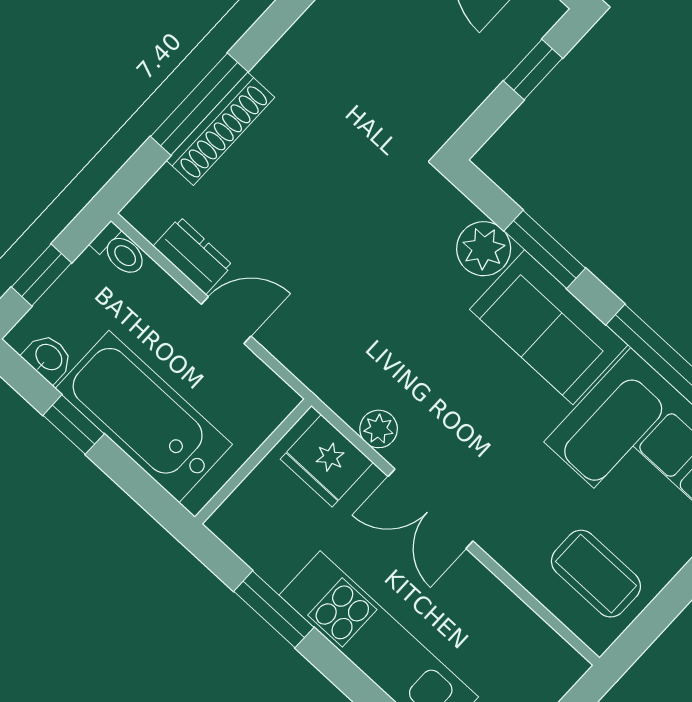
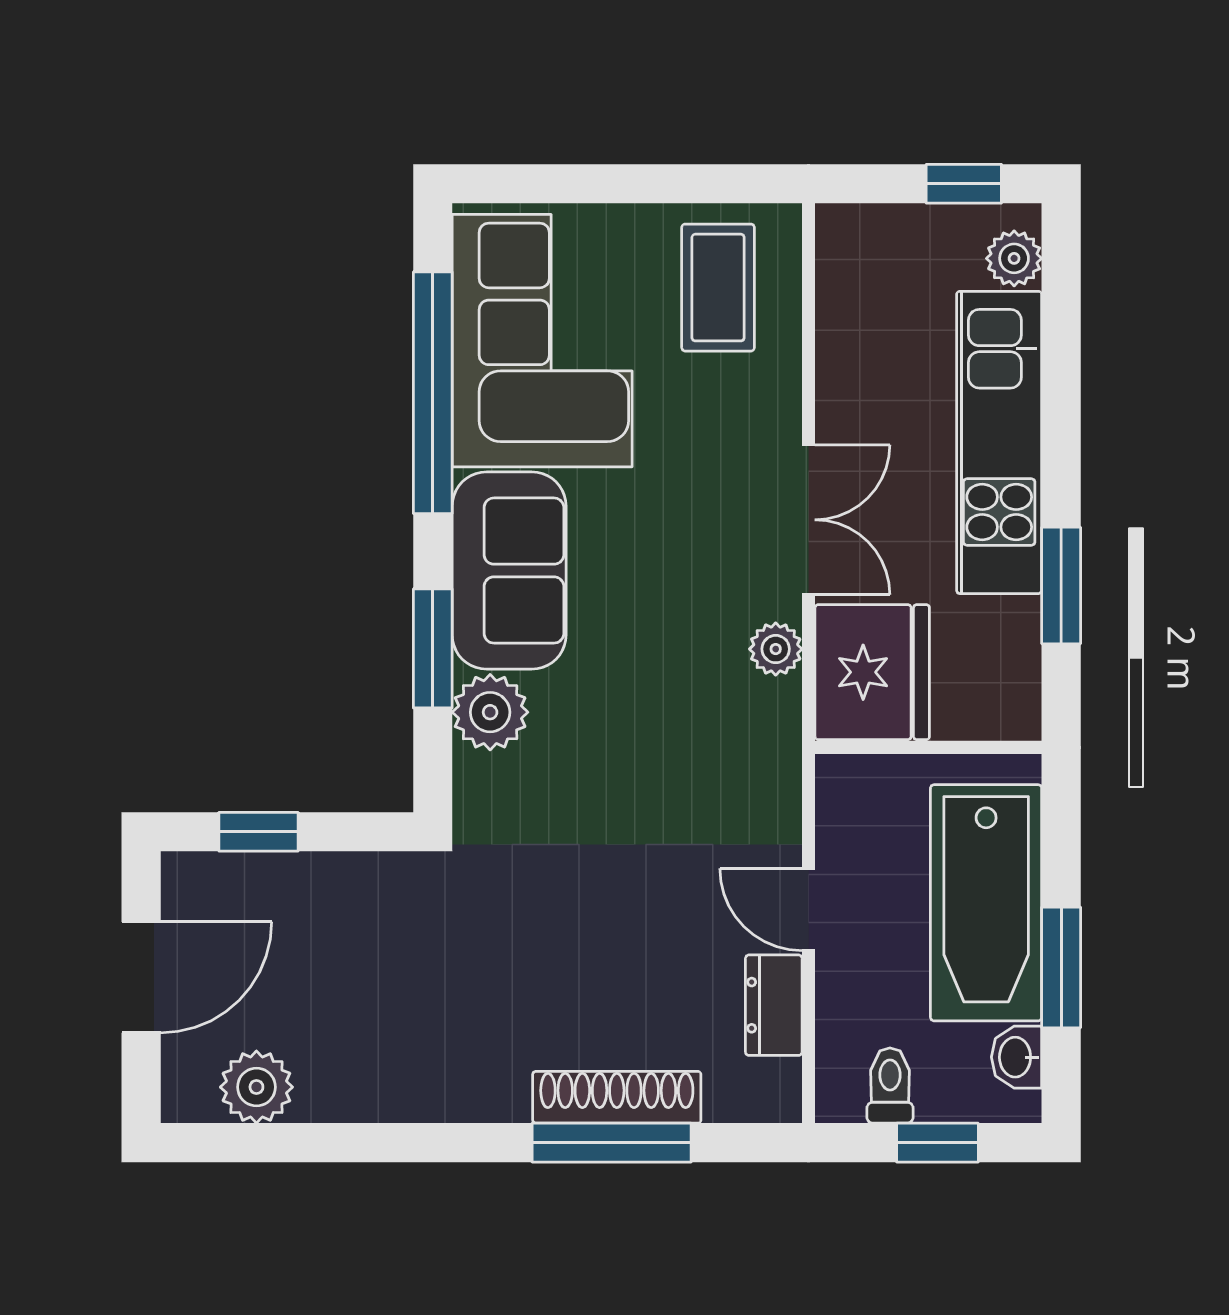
toilet: (120, 251) -> (890, 1086), moved
window: (74, 425) -> (1061, 967), width x1.50
fridge: (327, 461) -> (872, 672), width x1.36, depth x1.34

